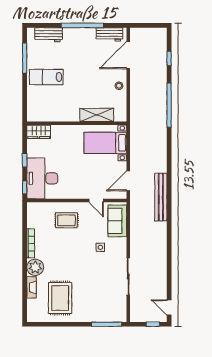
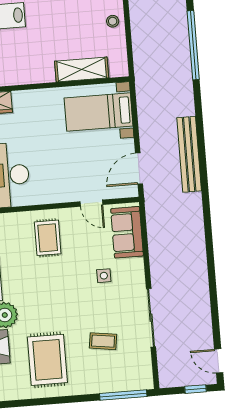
bench: (161, 197) -> (189, 154), moved
rug: (66, 220) -> (48, 238), turned 90
coffee table: (96, 289) -> (103, 341), added

